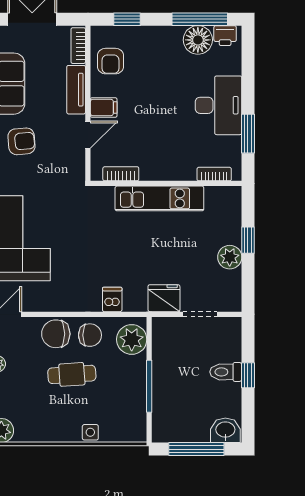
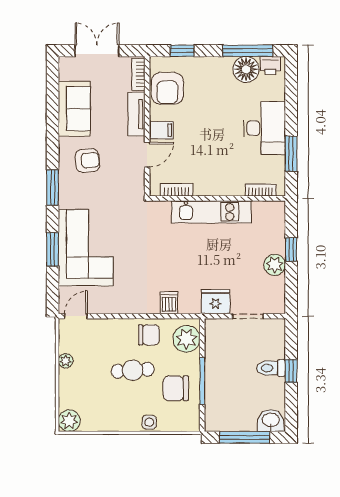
armchair: (110, 61) -> (167, 88), width x1.38, depth x1.38
chair: (56, 334) -> (176, 388), moved

